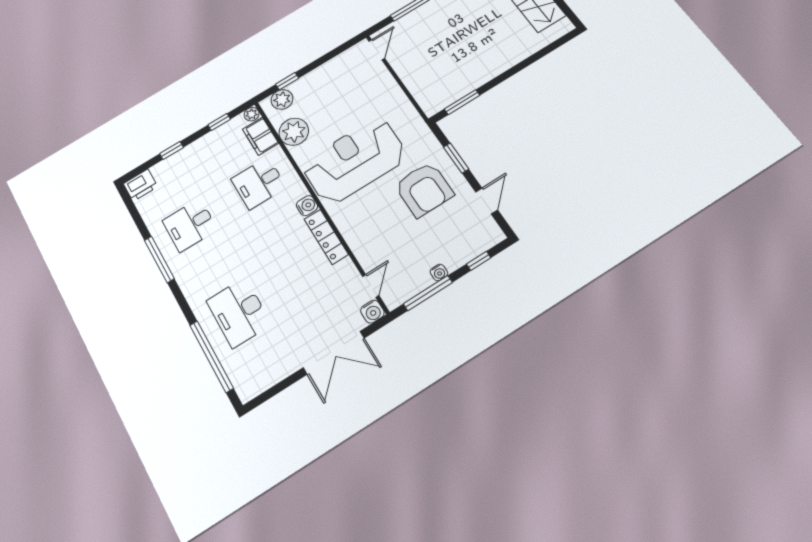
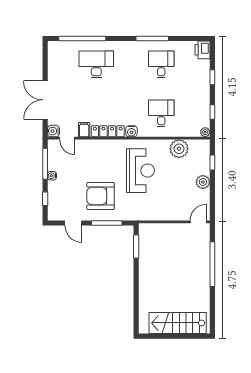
door: (377, 50) -> (198, 222), swing flipped
plant: (282, 99) -> (203, 182), moved
filing cabinet: (261, 136) -> (84, 130), moved, width x0.50
window: (456, 158) -> (107, 223), width x1.44
reception desk: (354, 161) -> (140, 171), width x0.74, depth x0.77

